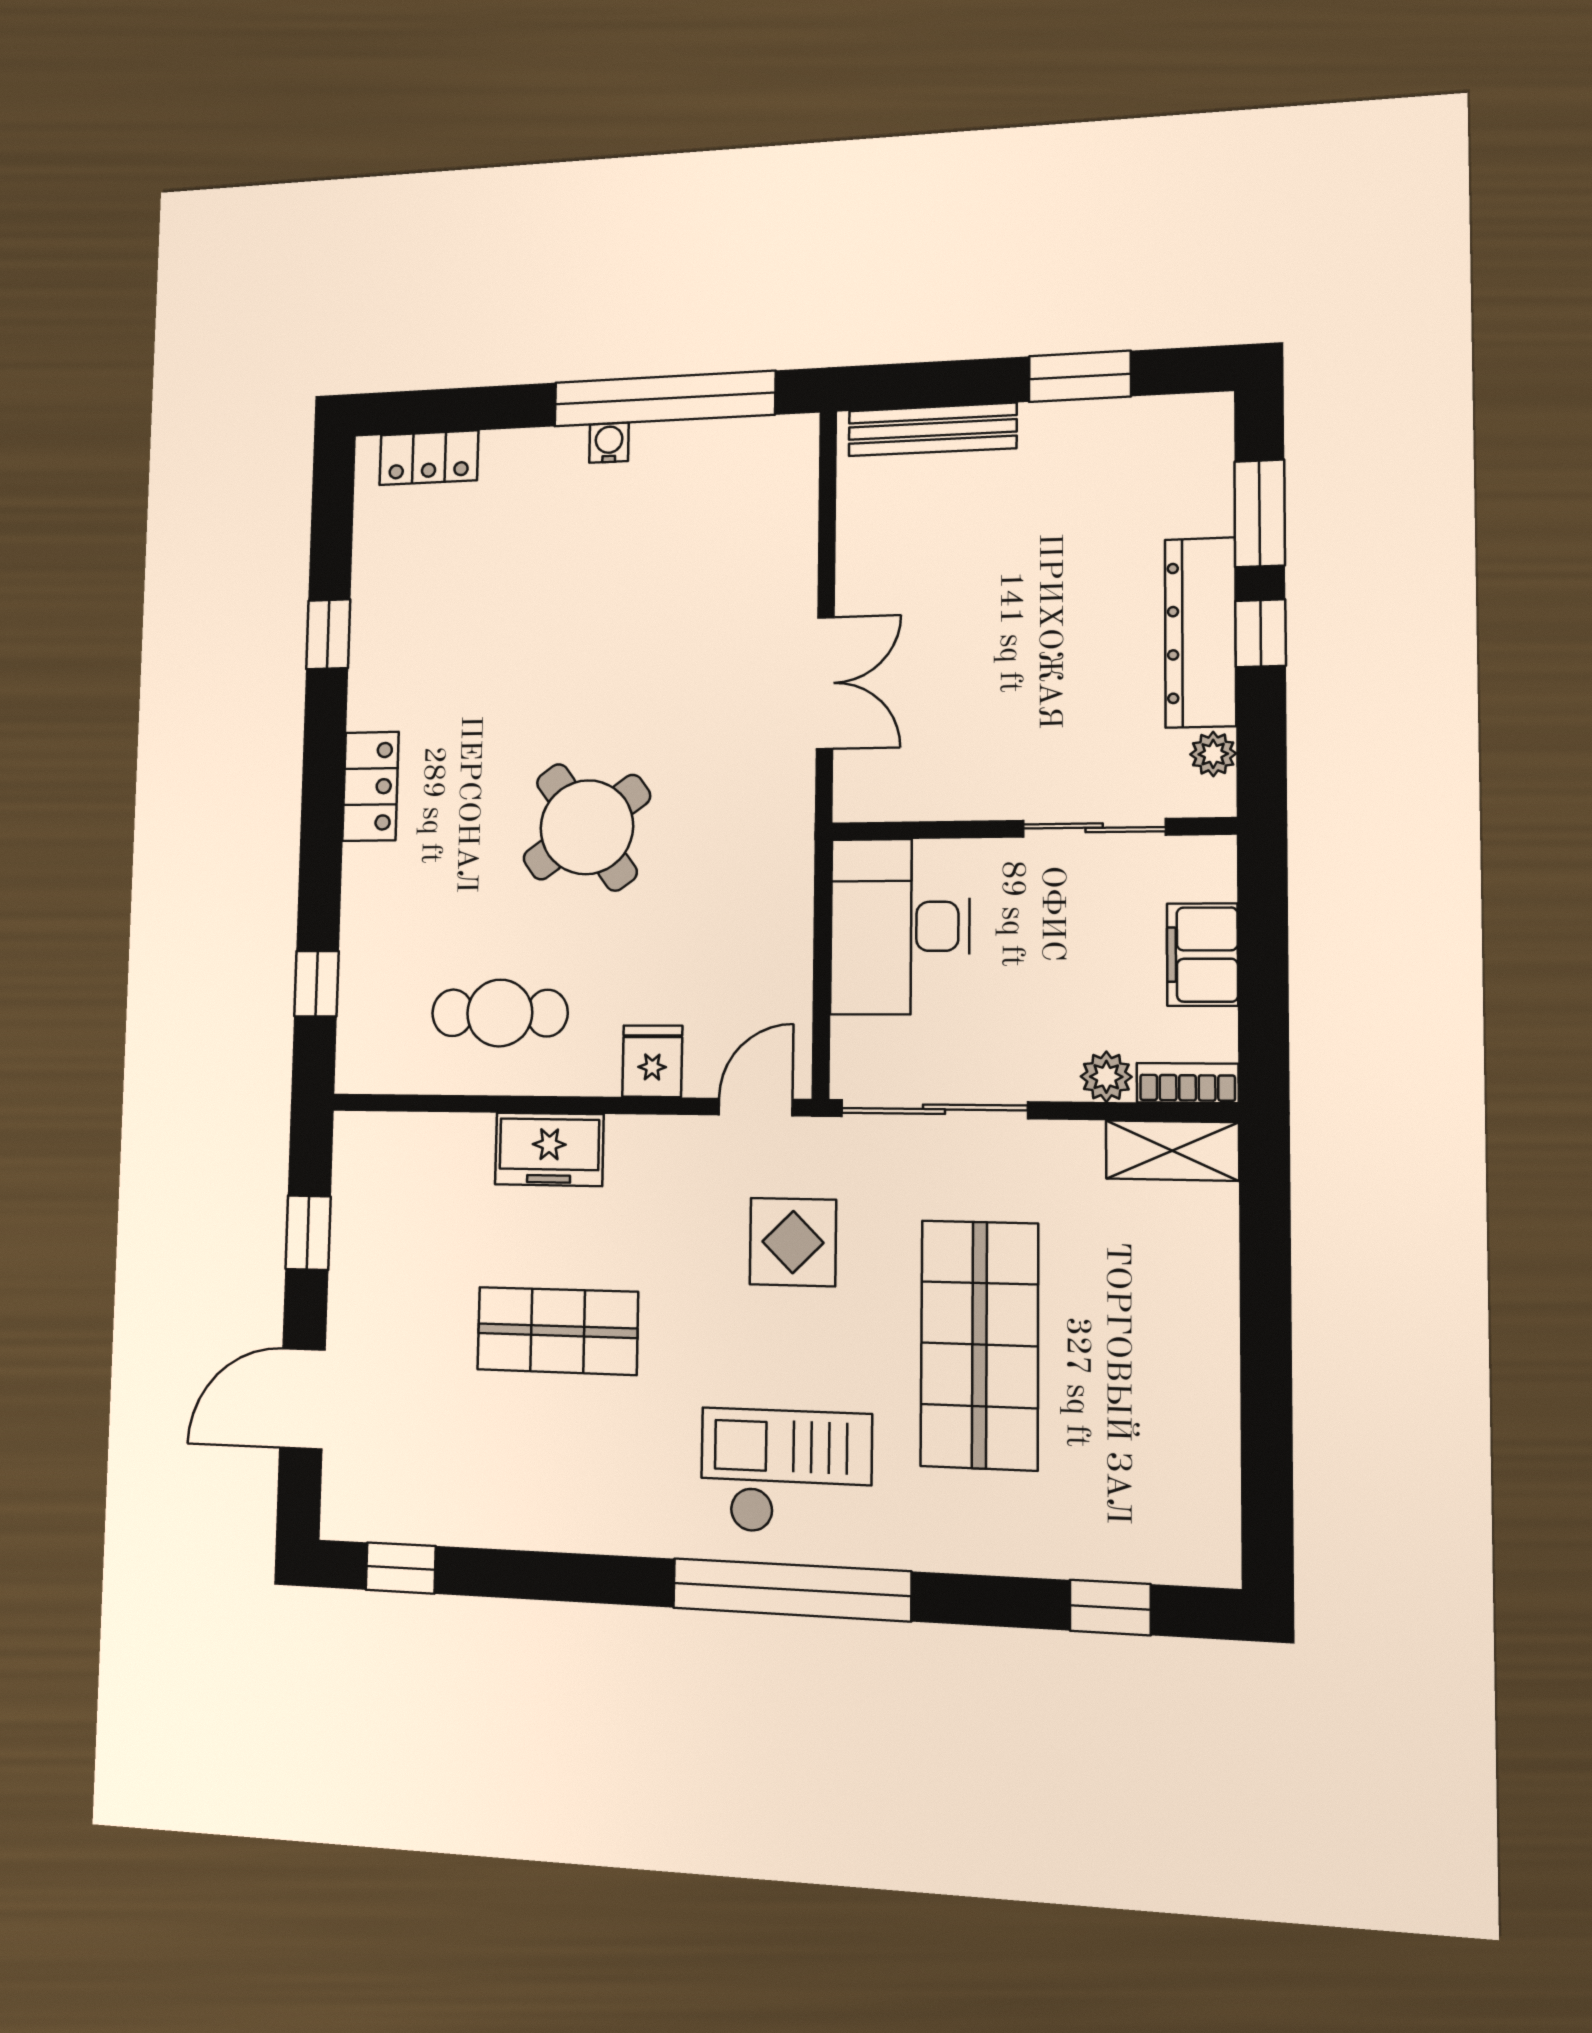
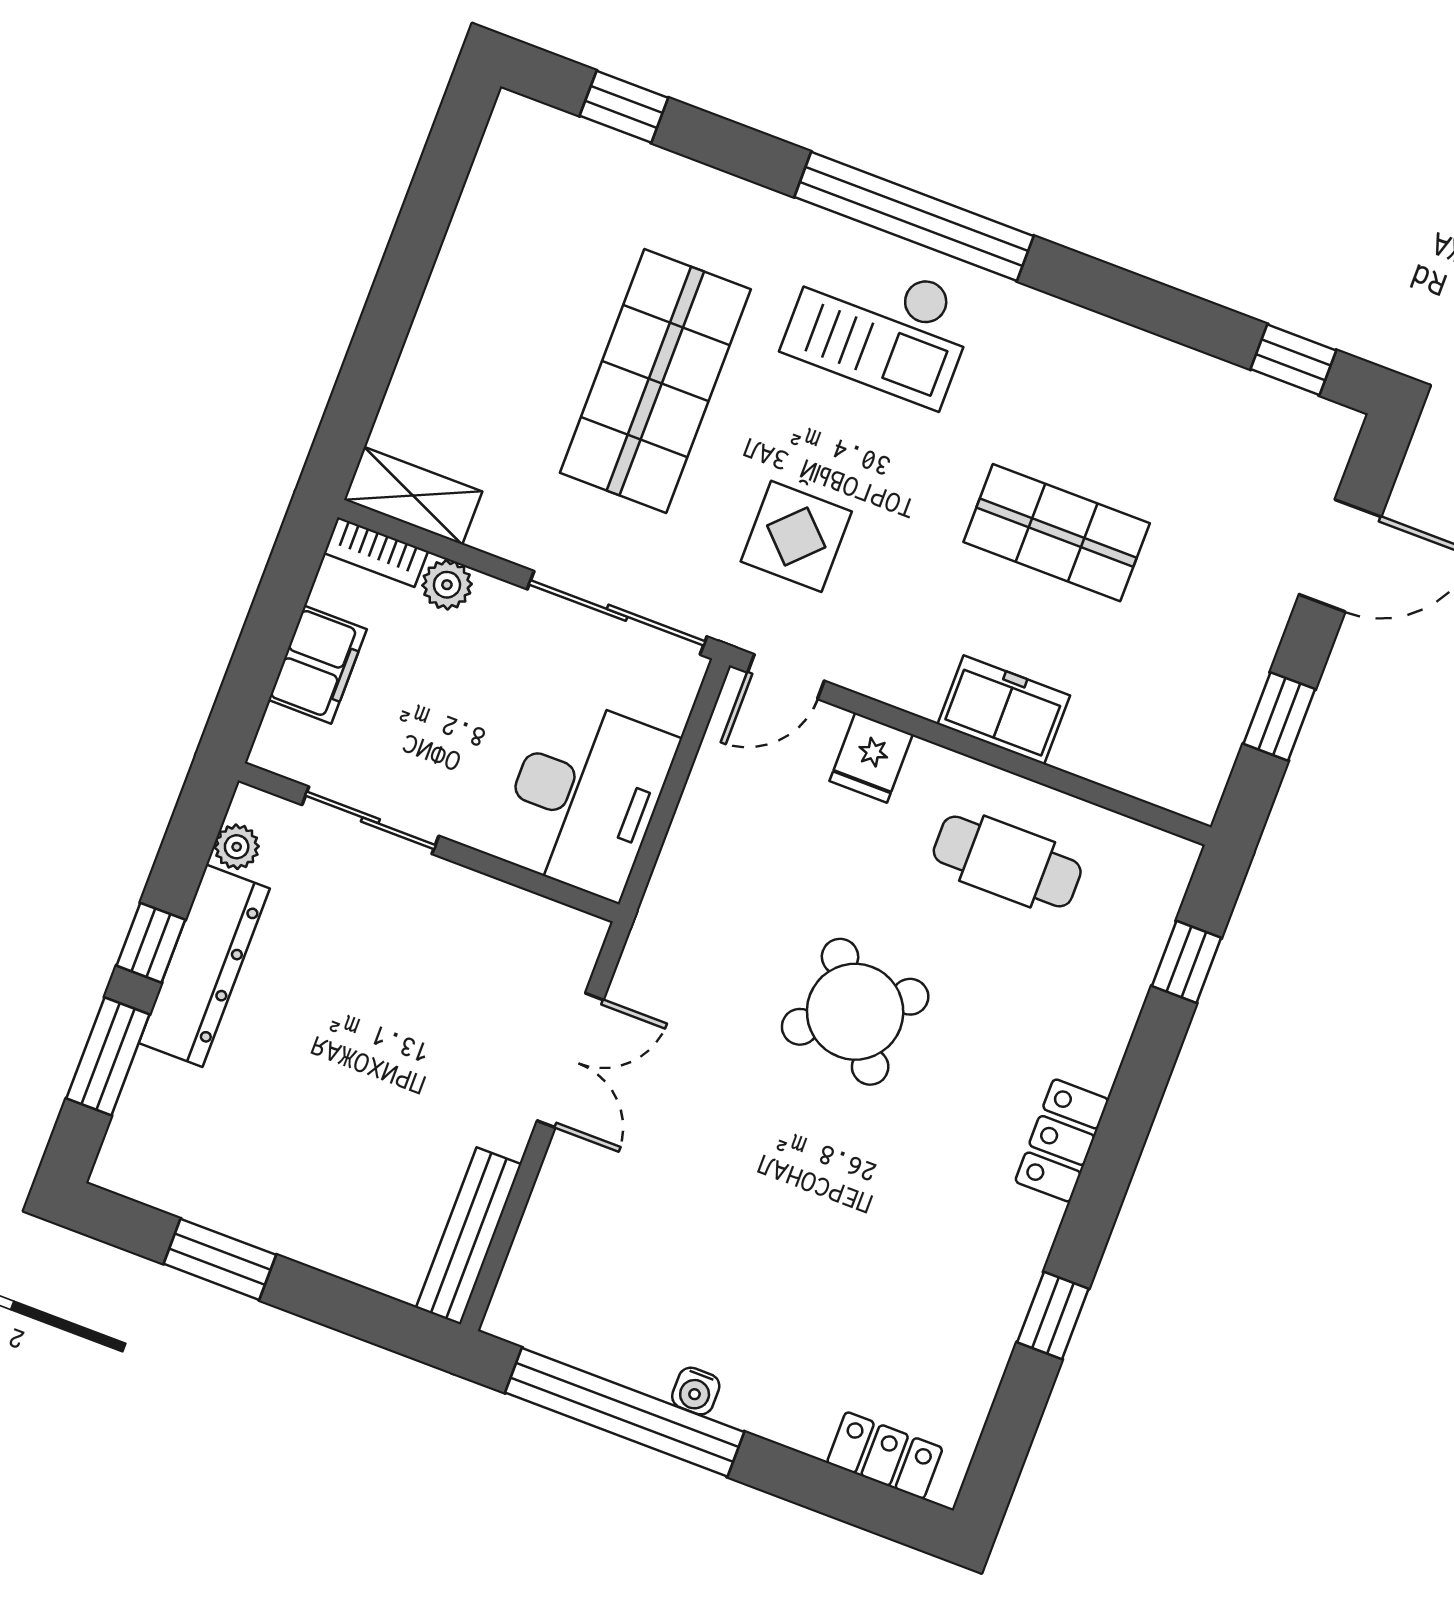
bench: (932, 429) -> (469, 1236), moved, turned 90
double door: (825, 683) -> (570, 1060), swing flipped

